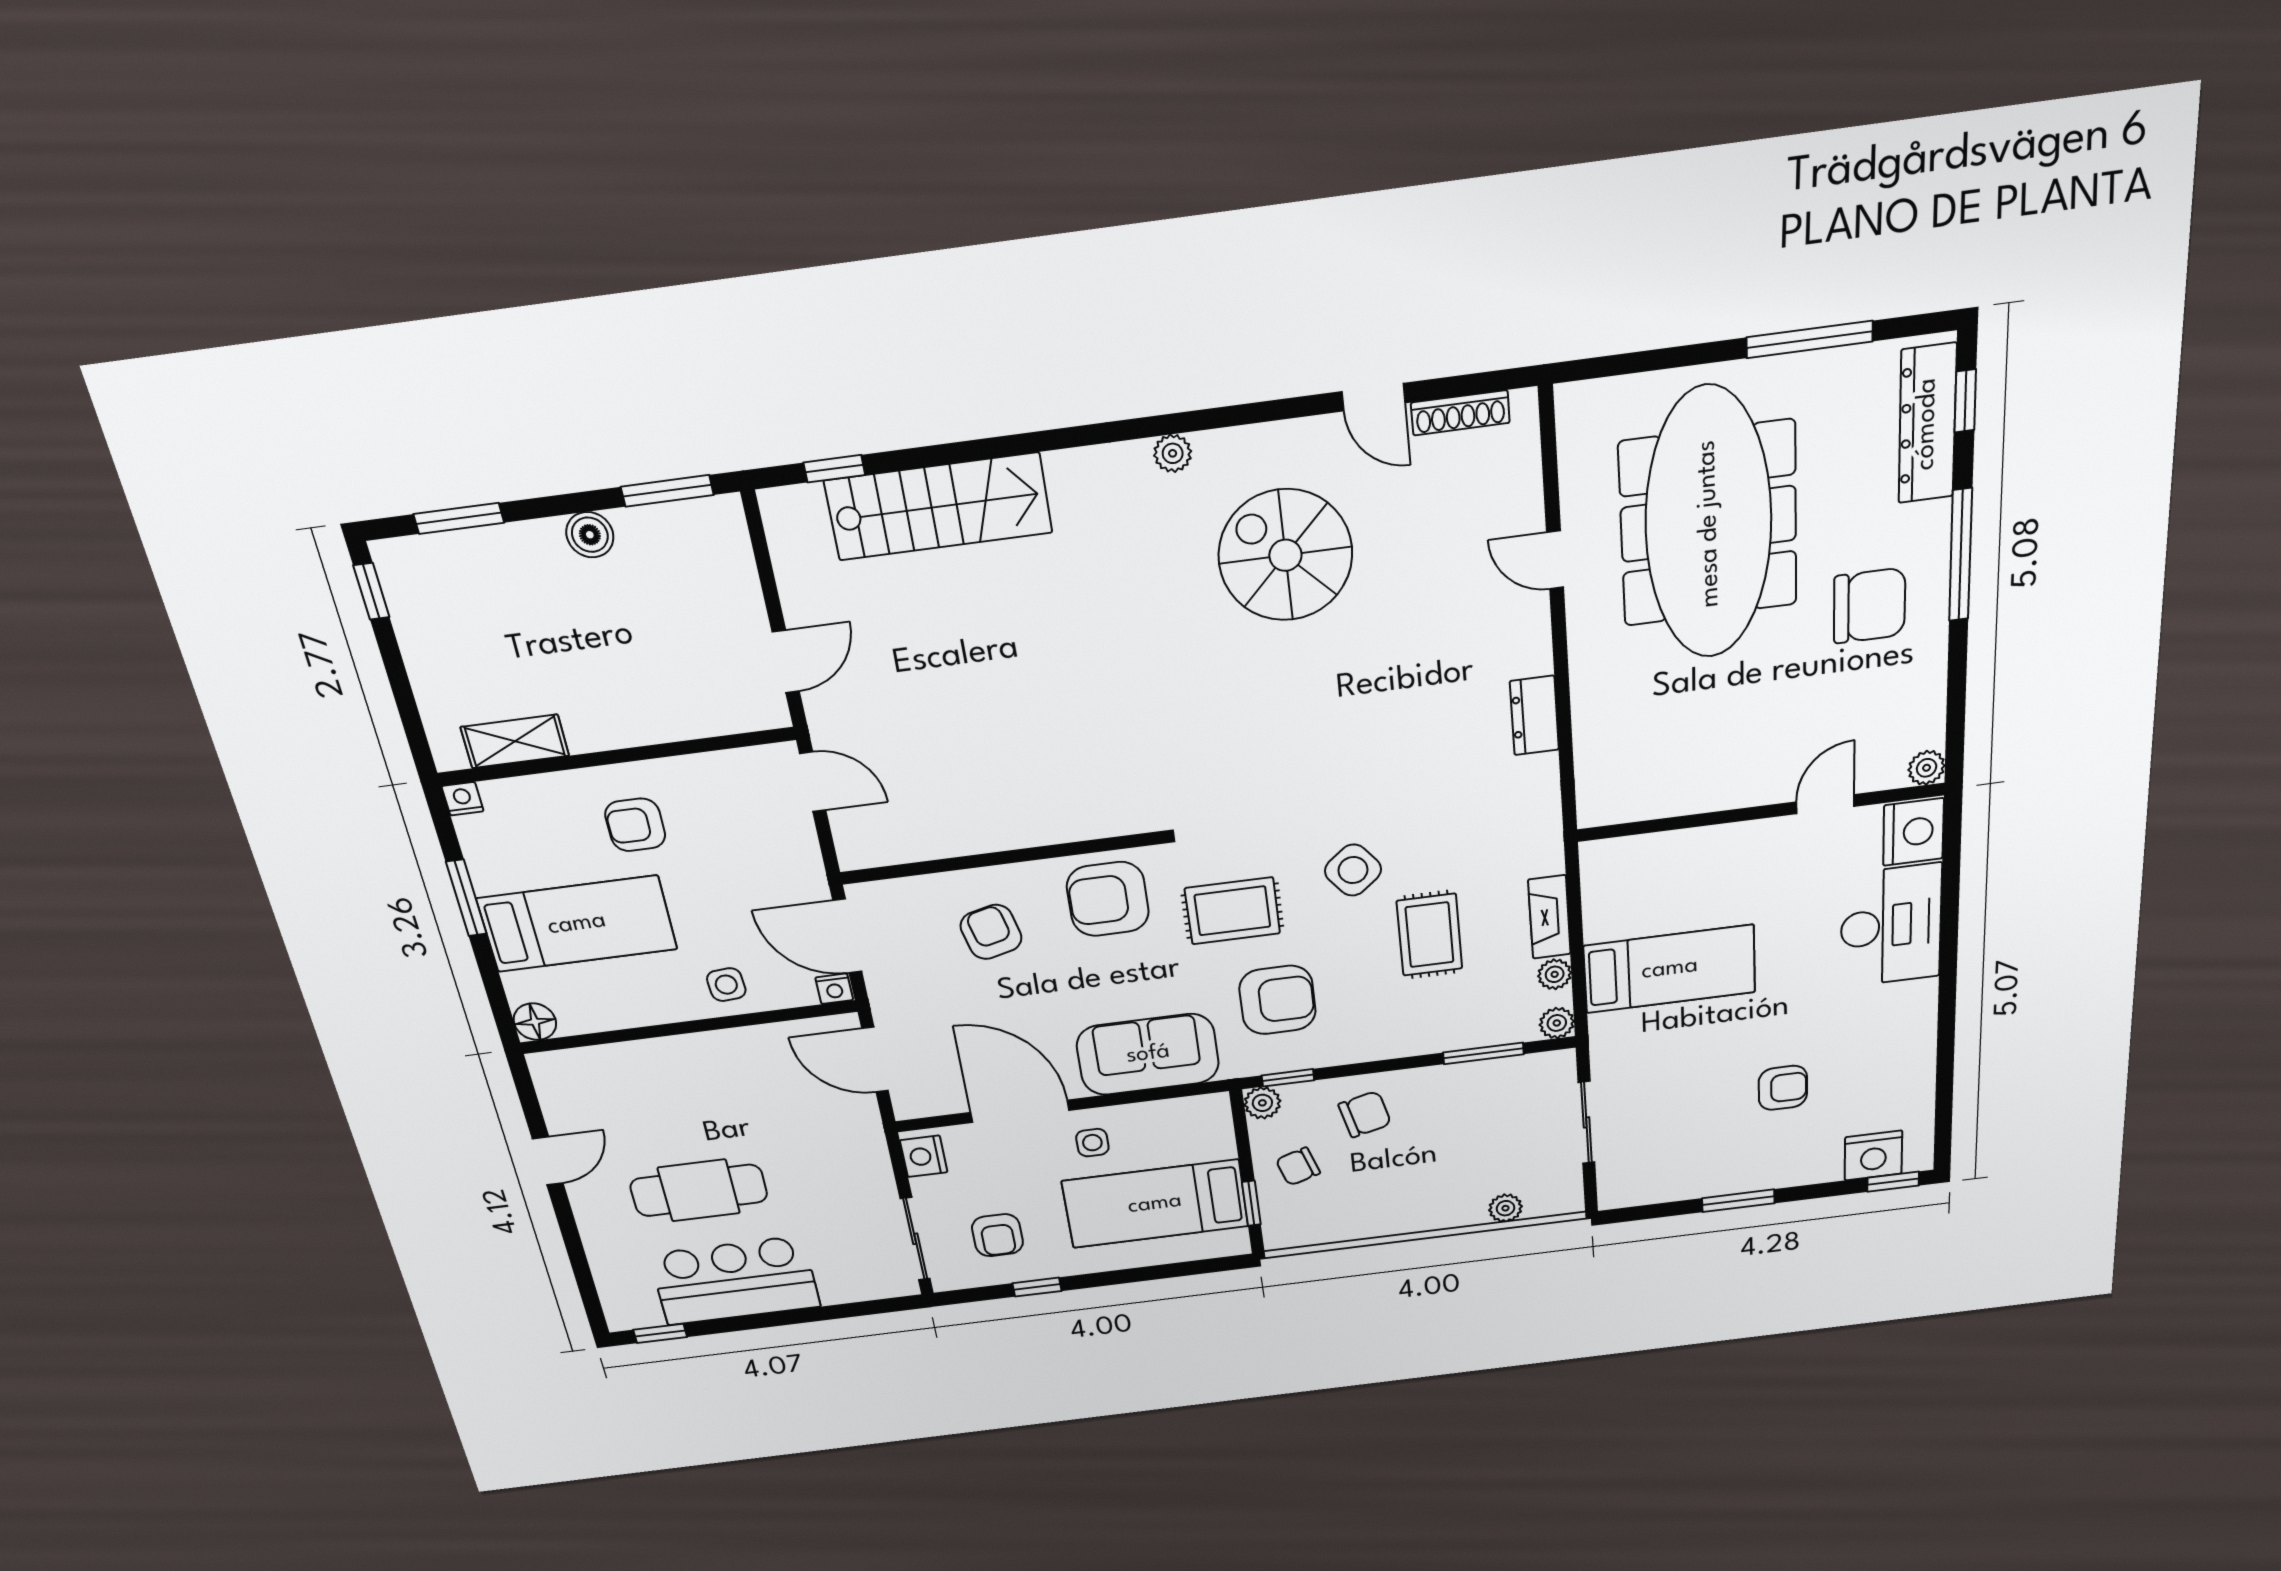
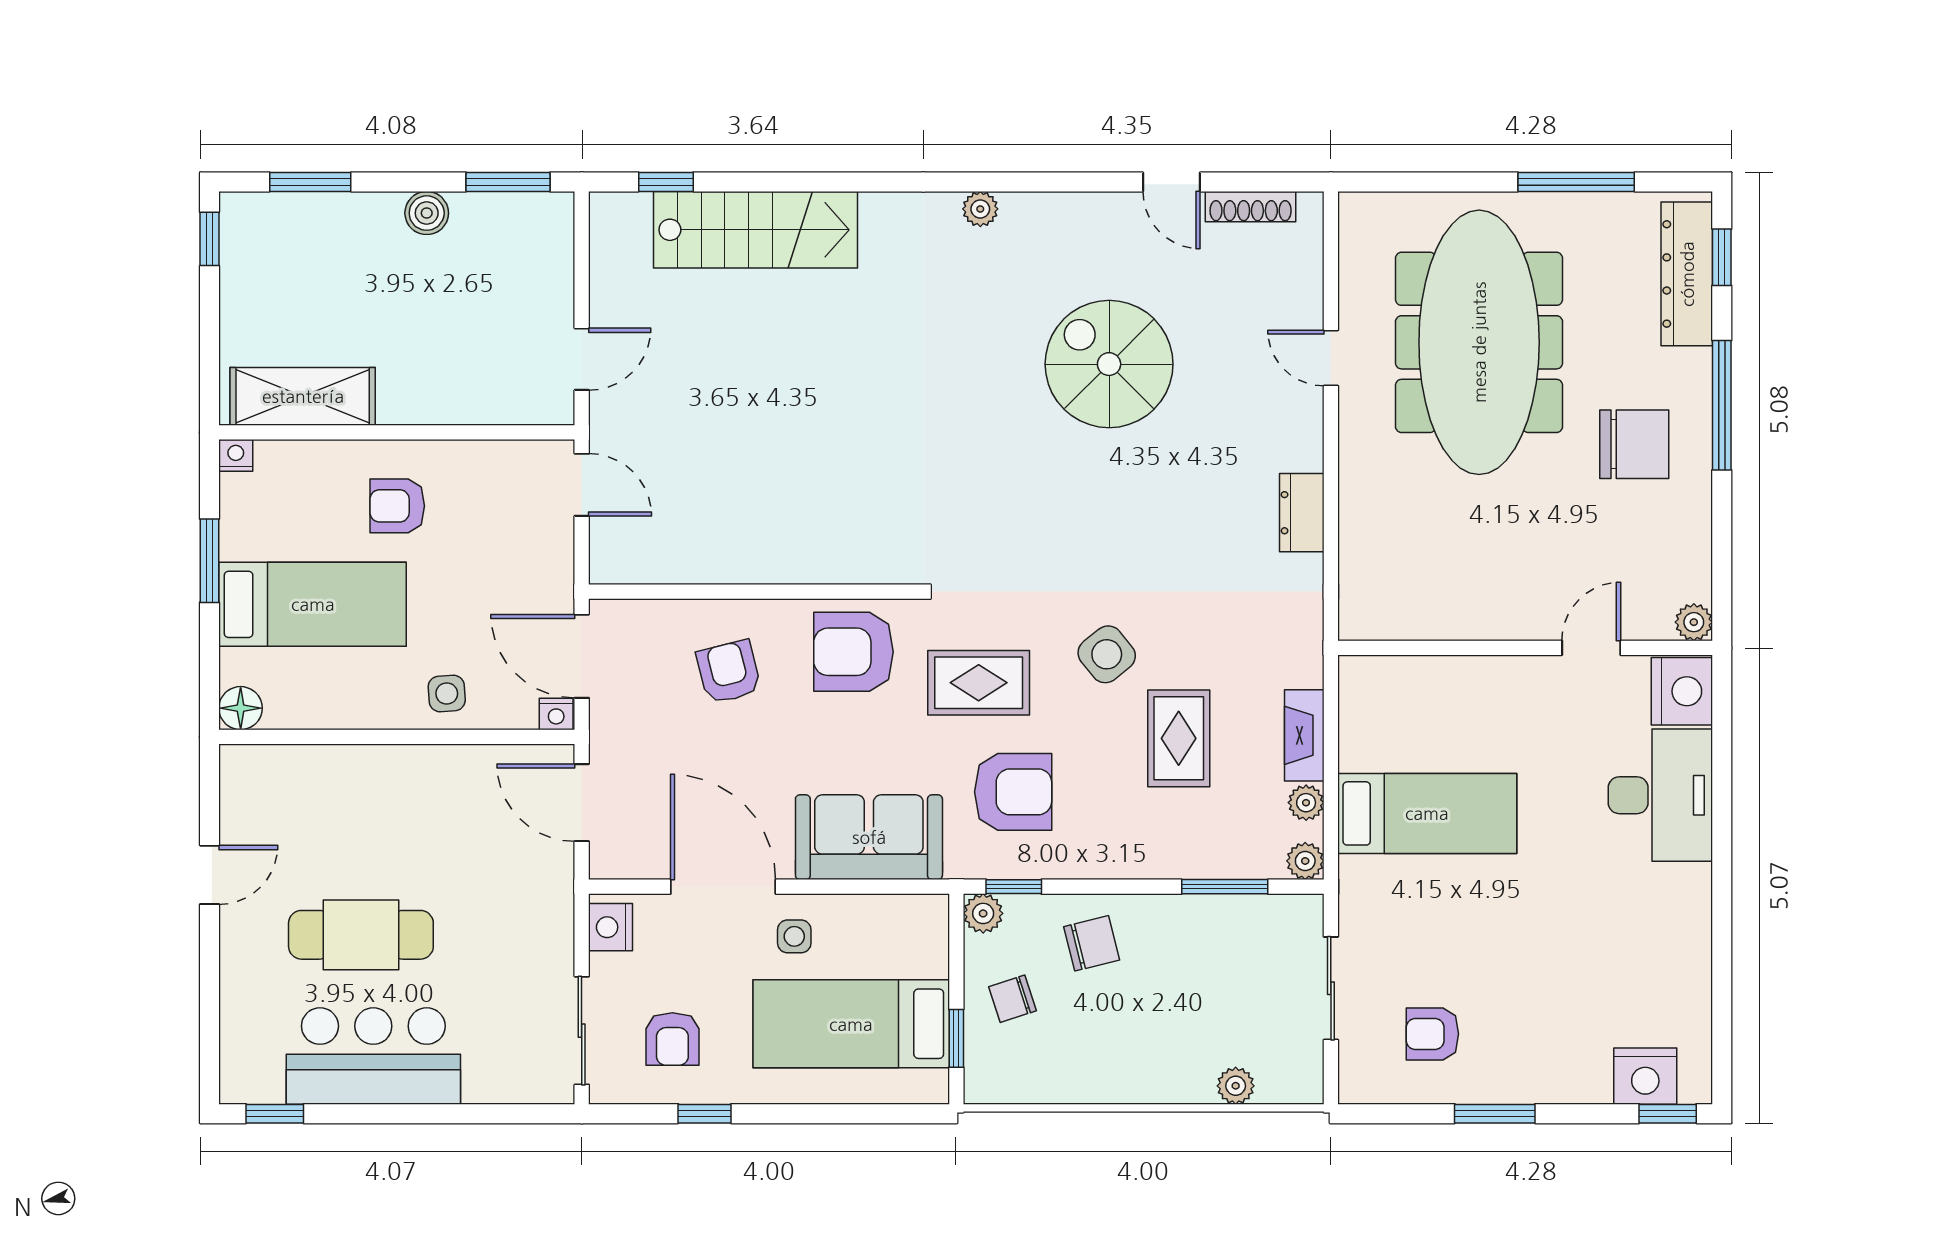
spiral stairs: (1285, 555) -> (1109, 364), moved
shelving: (515, 741) -> (303, 396), width x1.50, depth x1.33
armchair: (1783, 1088) -> (1432, 1034), moved, turned 180

